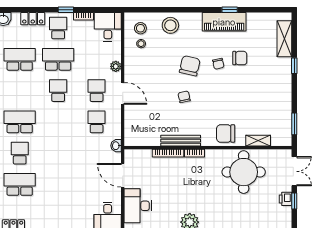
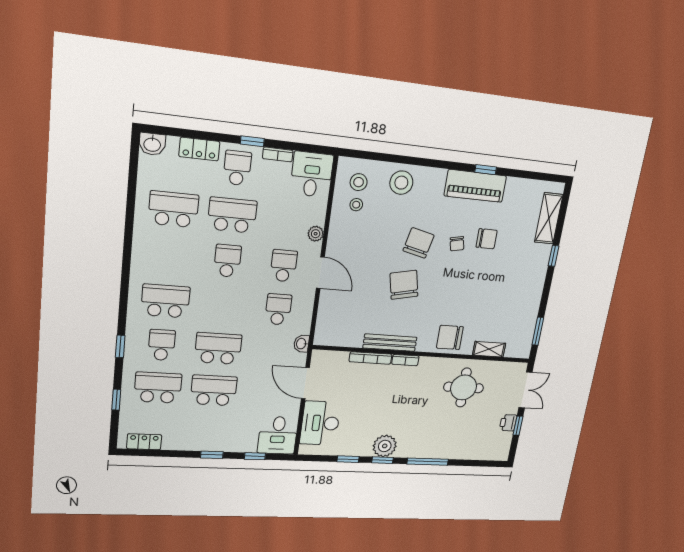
chair: (184, 97) -> (404, 285), width x1.87, depth x1.87
school desk: (58, 153) -> (218, 348), added
round table: (244, 172) -> (464, 388), width x0.73, depth x0.73
school desk: (58, 184) -> (214, 390), added

